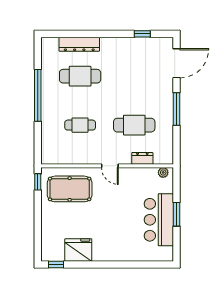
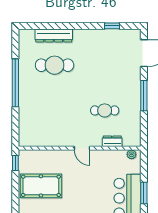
cafe table: (80, 125) -> (55, 110), removed
cafe table: (134, 125) -> (105, 110), width x0.73, depth x0.74
pool table: (70, 189) -> (41, 186), moved

